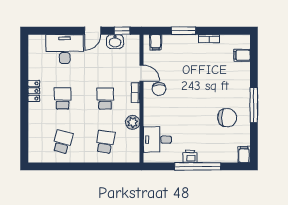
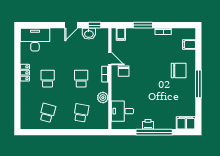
desk: (65, 49) -> (35, 40), moved
chair: (227, 118) -> (179, 70), moved
filing cabinet: (244, 155) -> (186, 123), width x2.00

